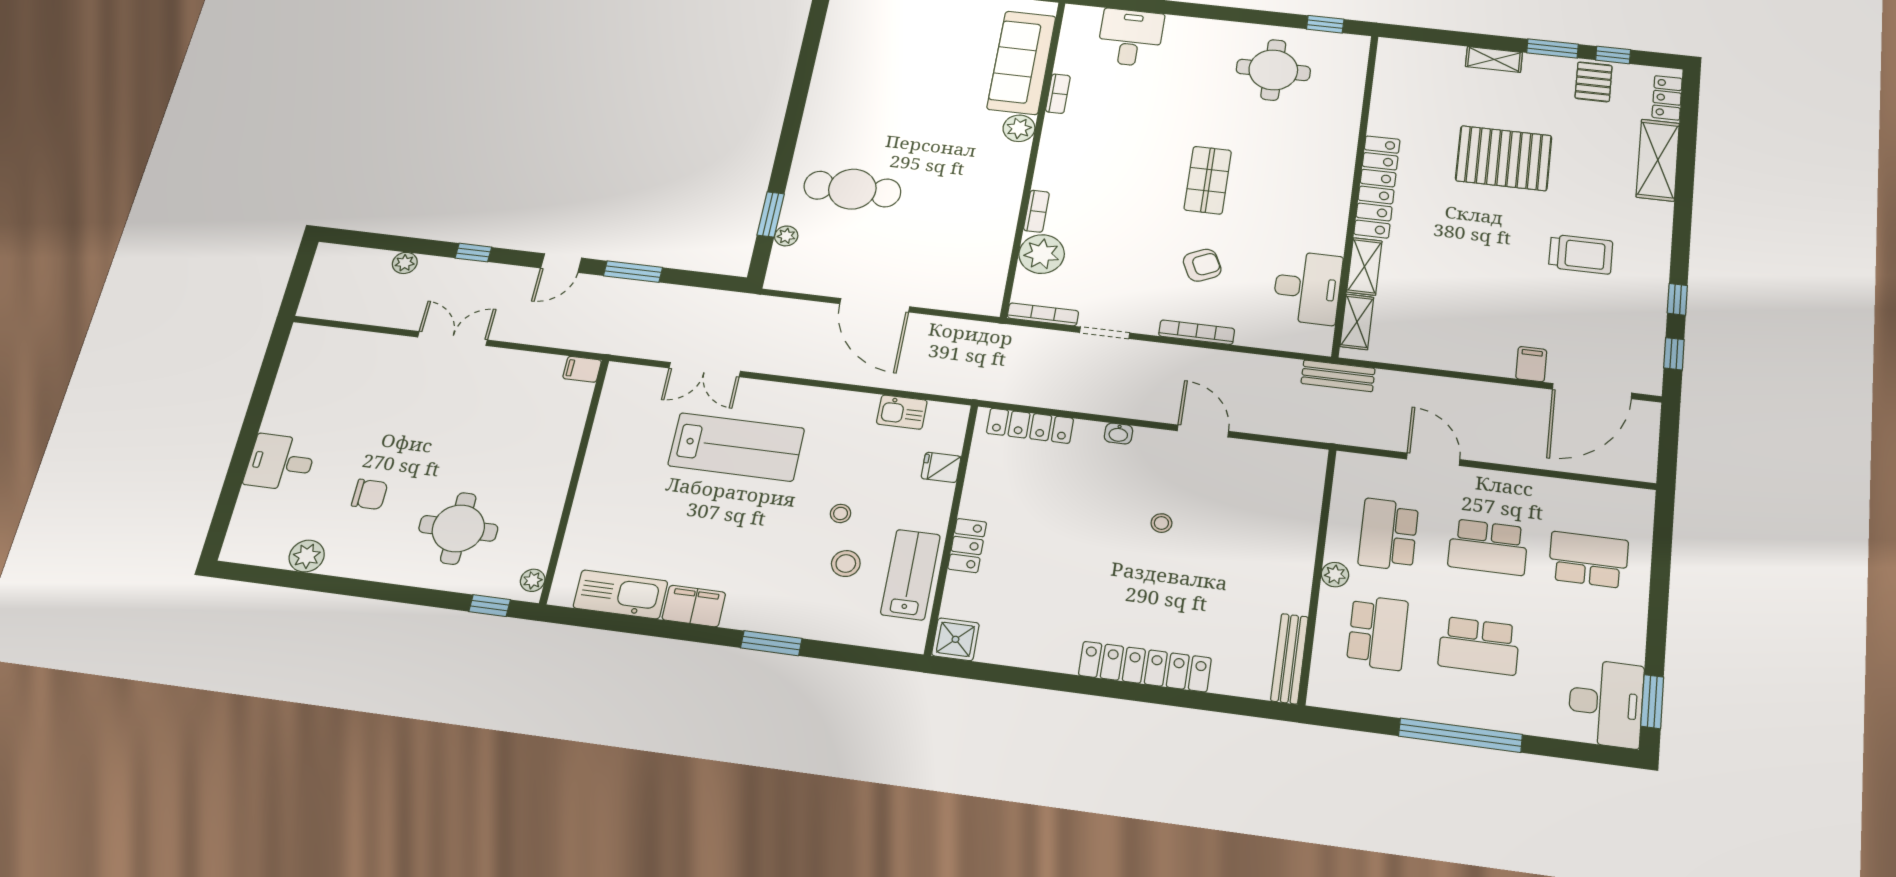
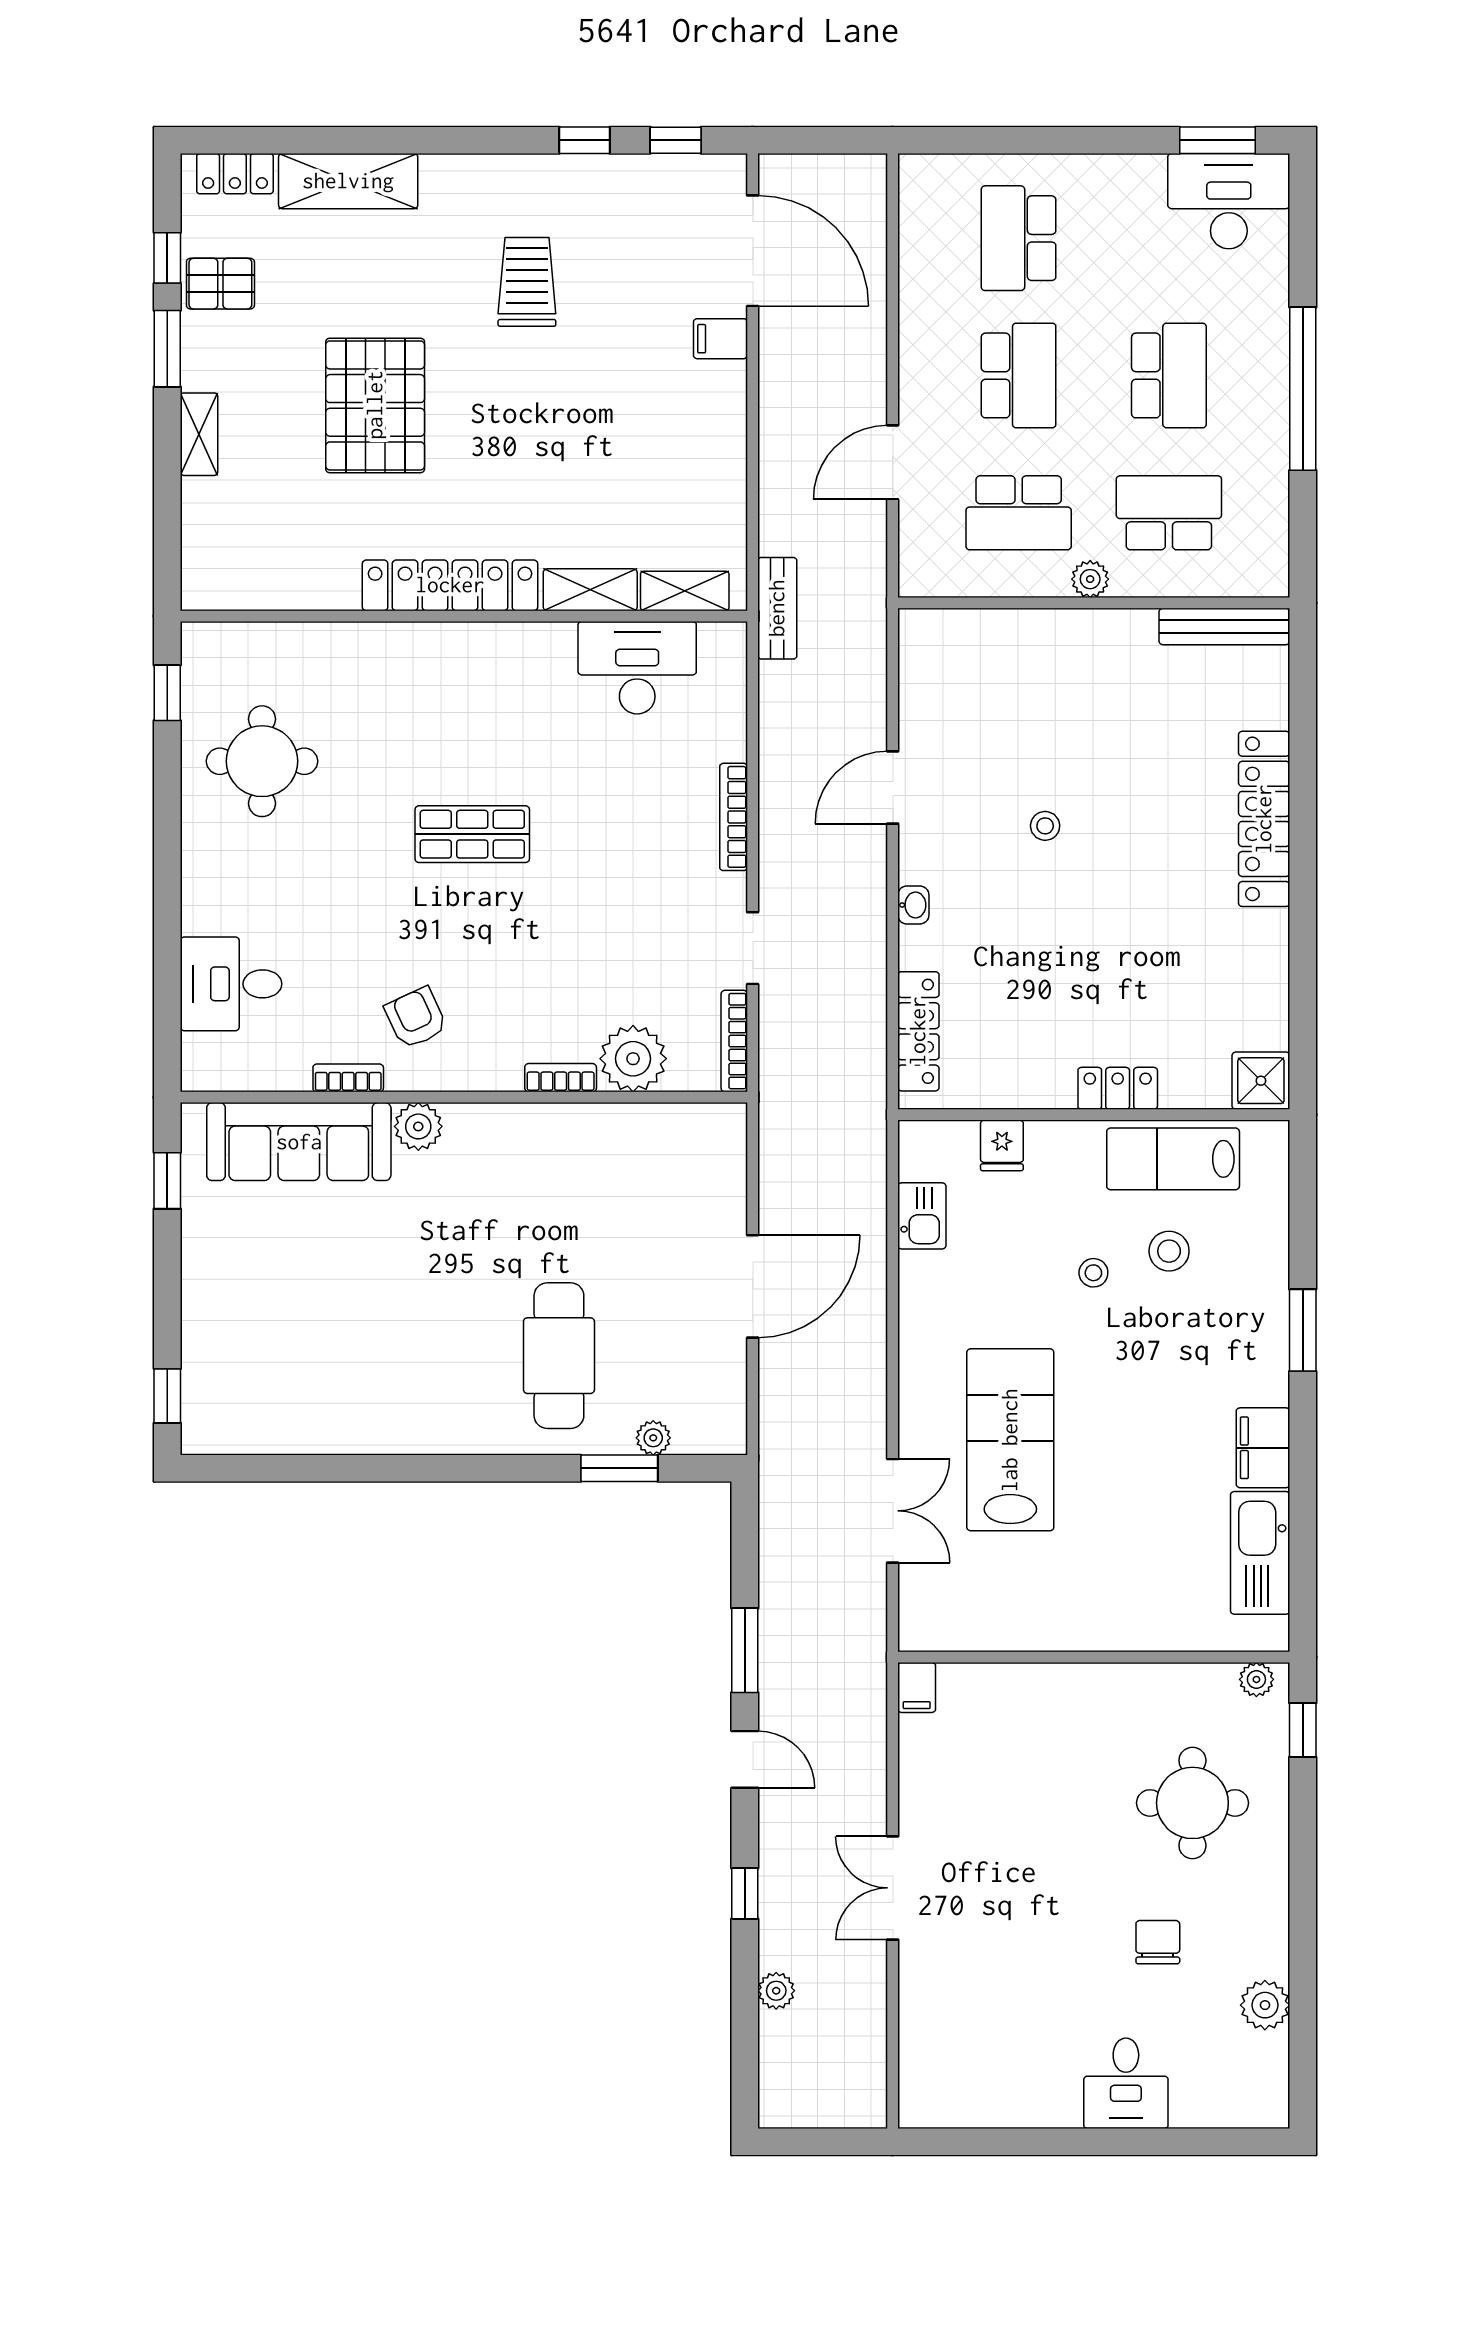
armchair: (1202, 265) -> (416, 1018), moved

